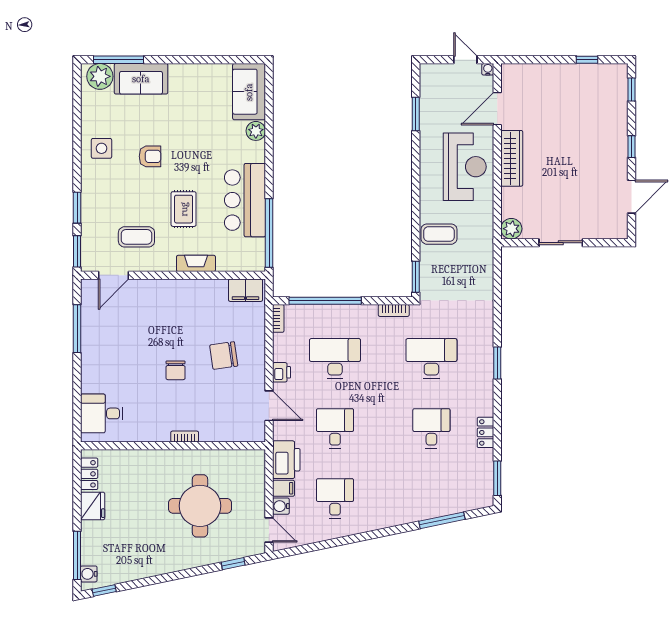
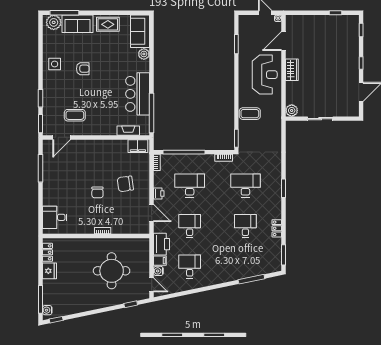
wardrobe: (512, 158) -> (292, 70), width x0.67
rug: (184, 209) -> (108, 24), moved, turned 90
fireplace: (196, 263) -> (128, 131), moved

